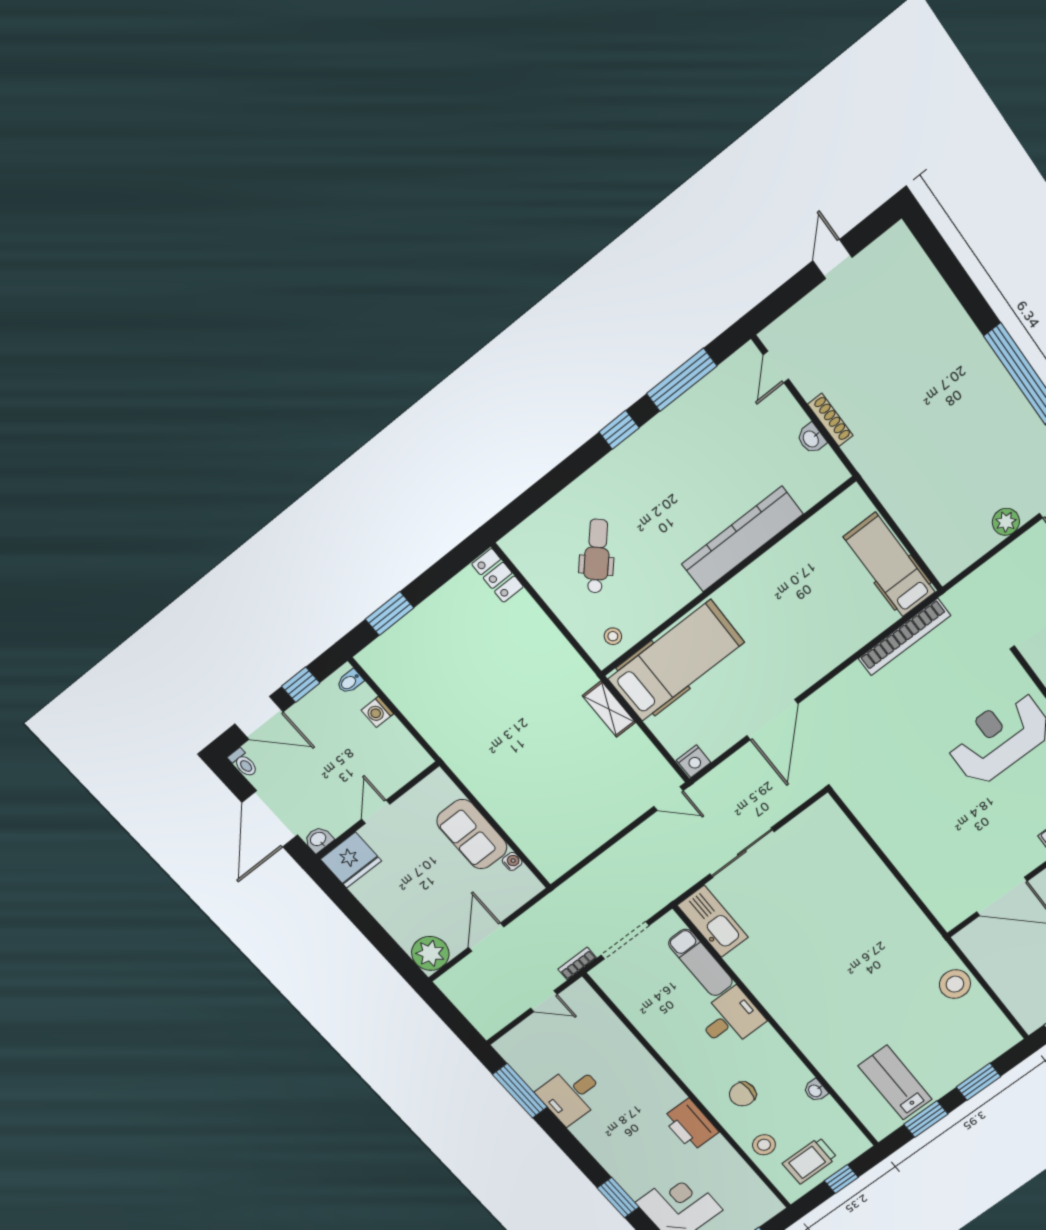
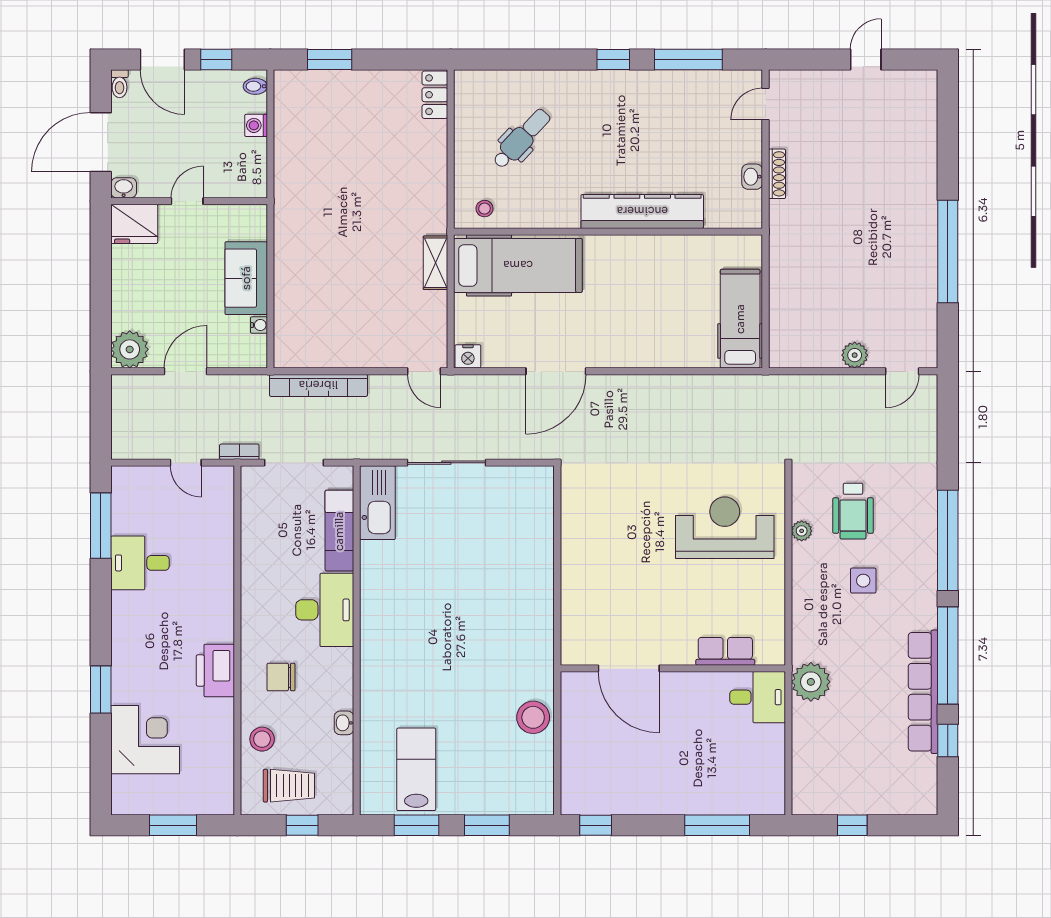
bookcase: (904, 637) -> (318, 385), moved
desk: (730, 1019) -> (325, 610), width x1.37
trolley: (810, 1161) -> (289, 786), turned 180

